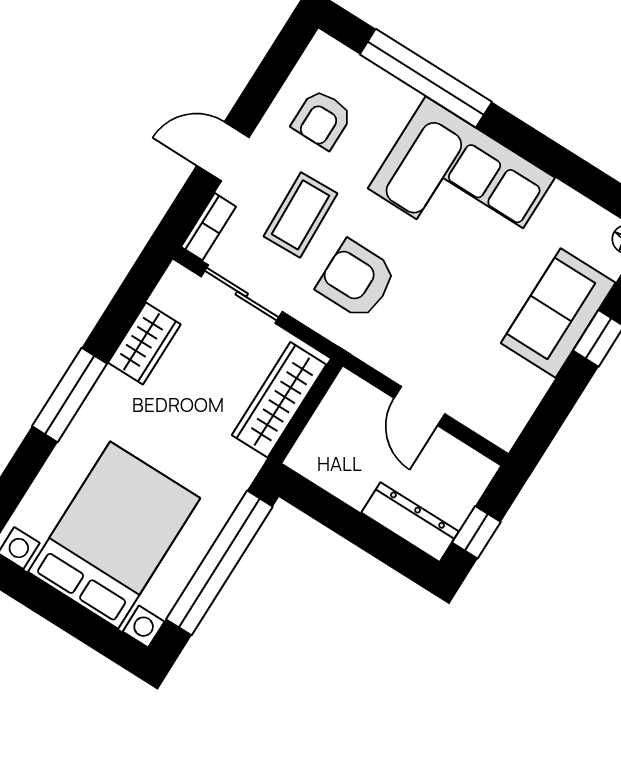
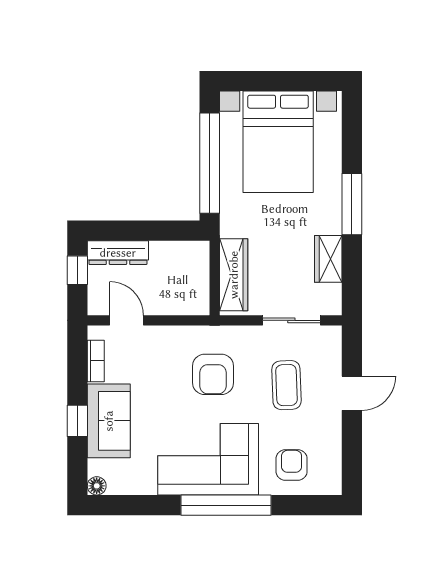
window: (426, 78) -> (226, 505), moved
armchair: (322, 119) -> (292, 465), moved
bookcase: (209, 227) -> (96, 361), moved, turned 180
armchair: (356, 280) -> (213, 374), moved, turned 90
door: (419, 406) -> (127, 320), moved

